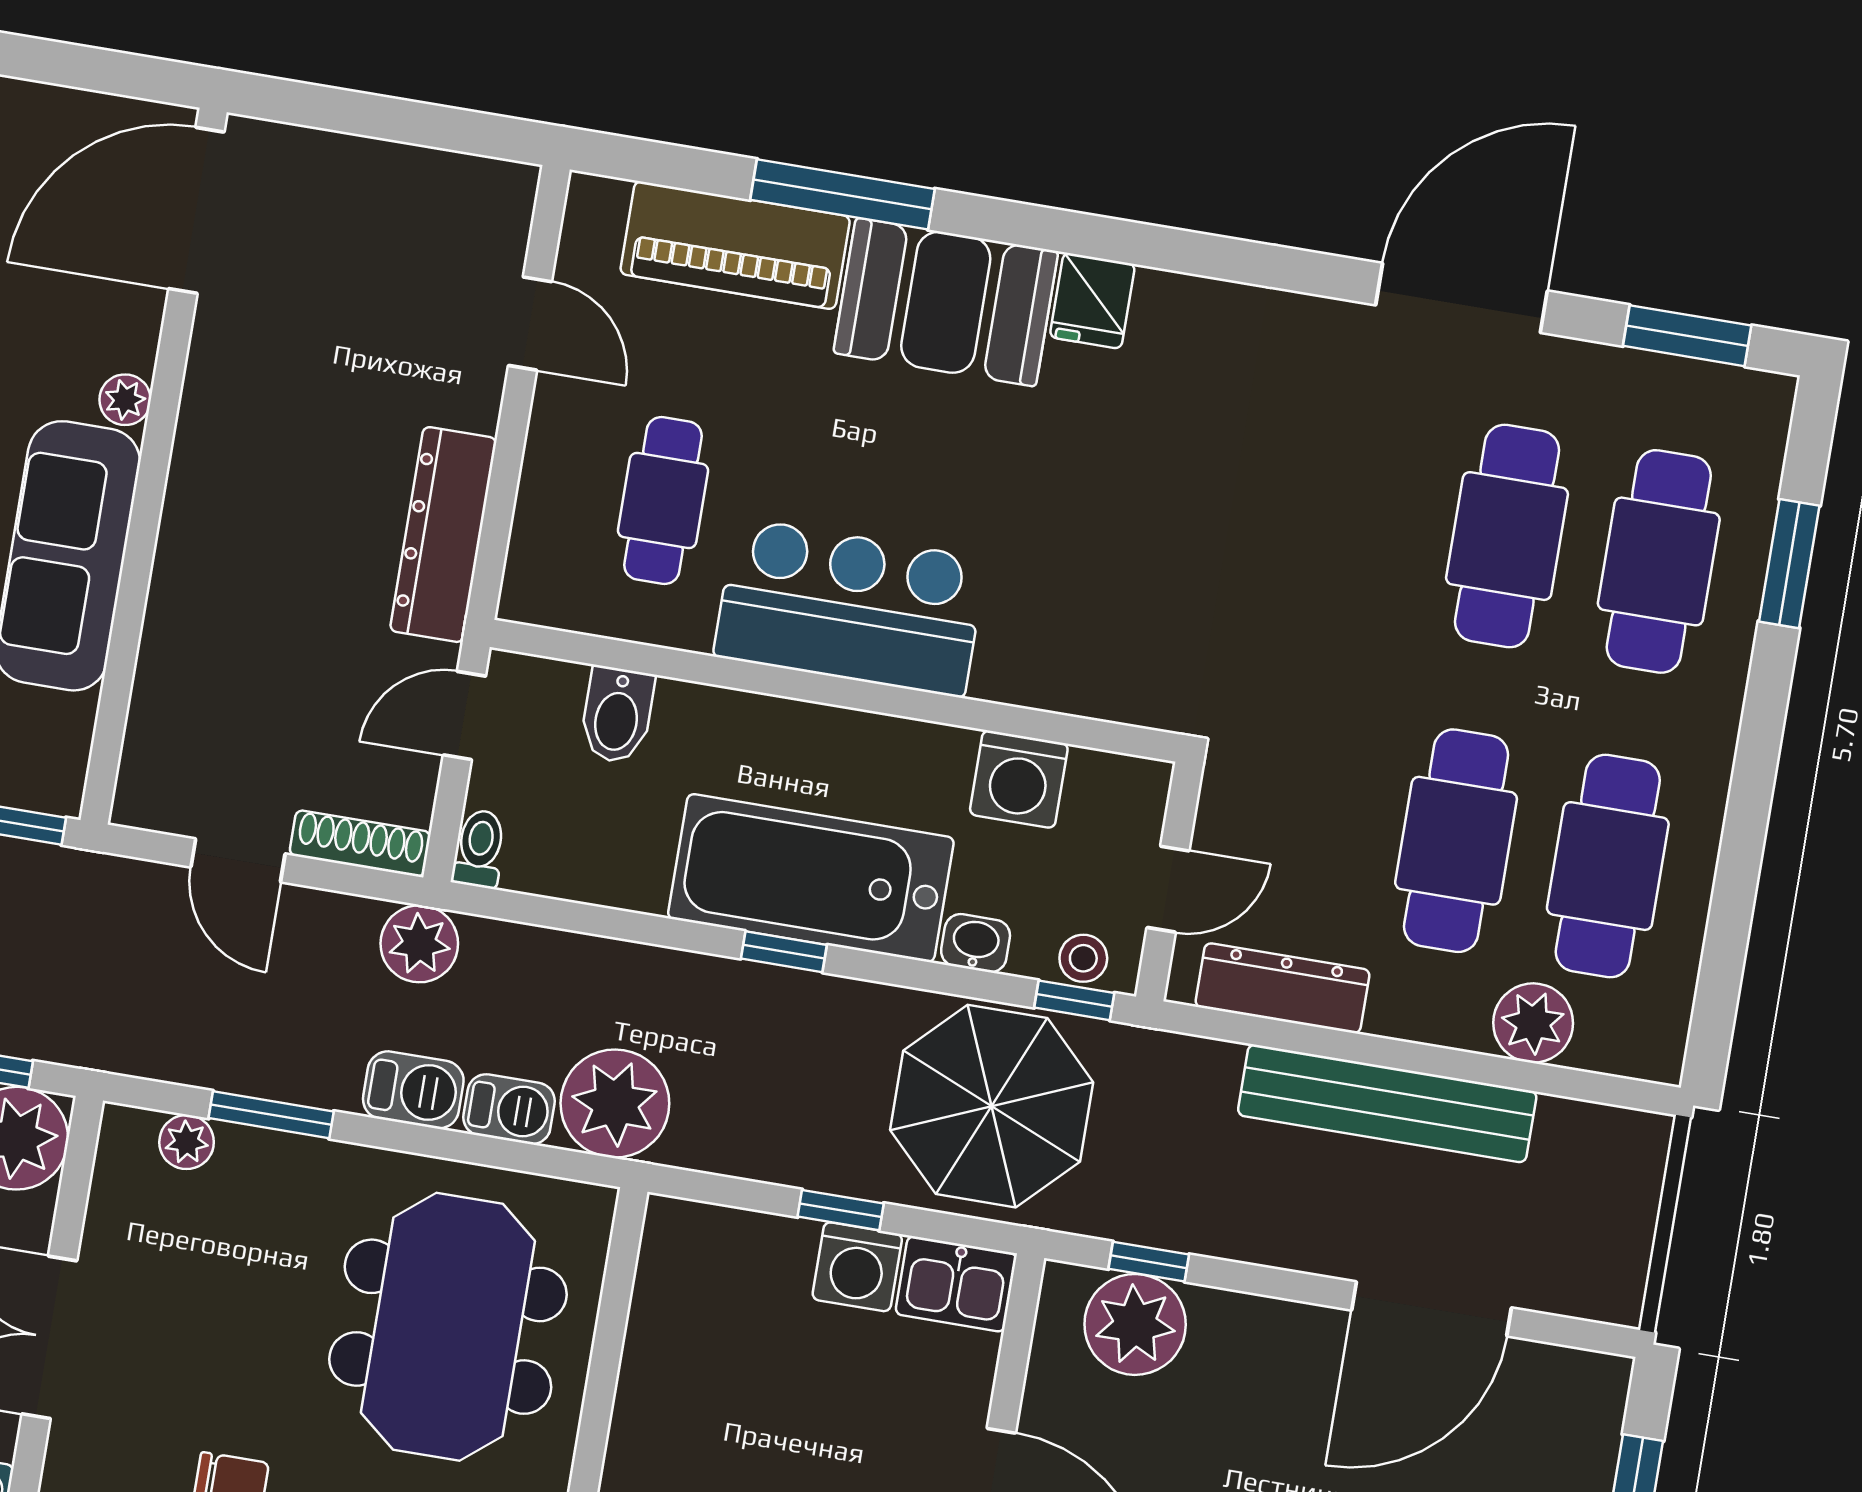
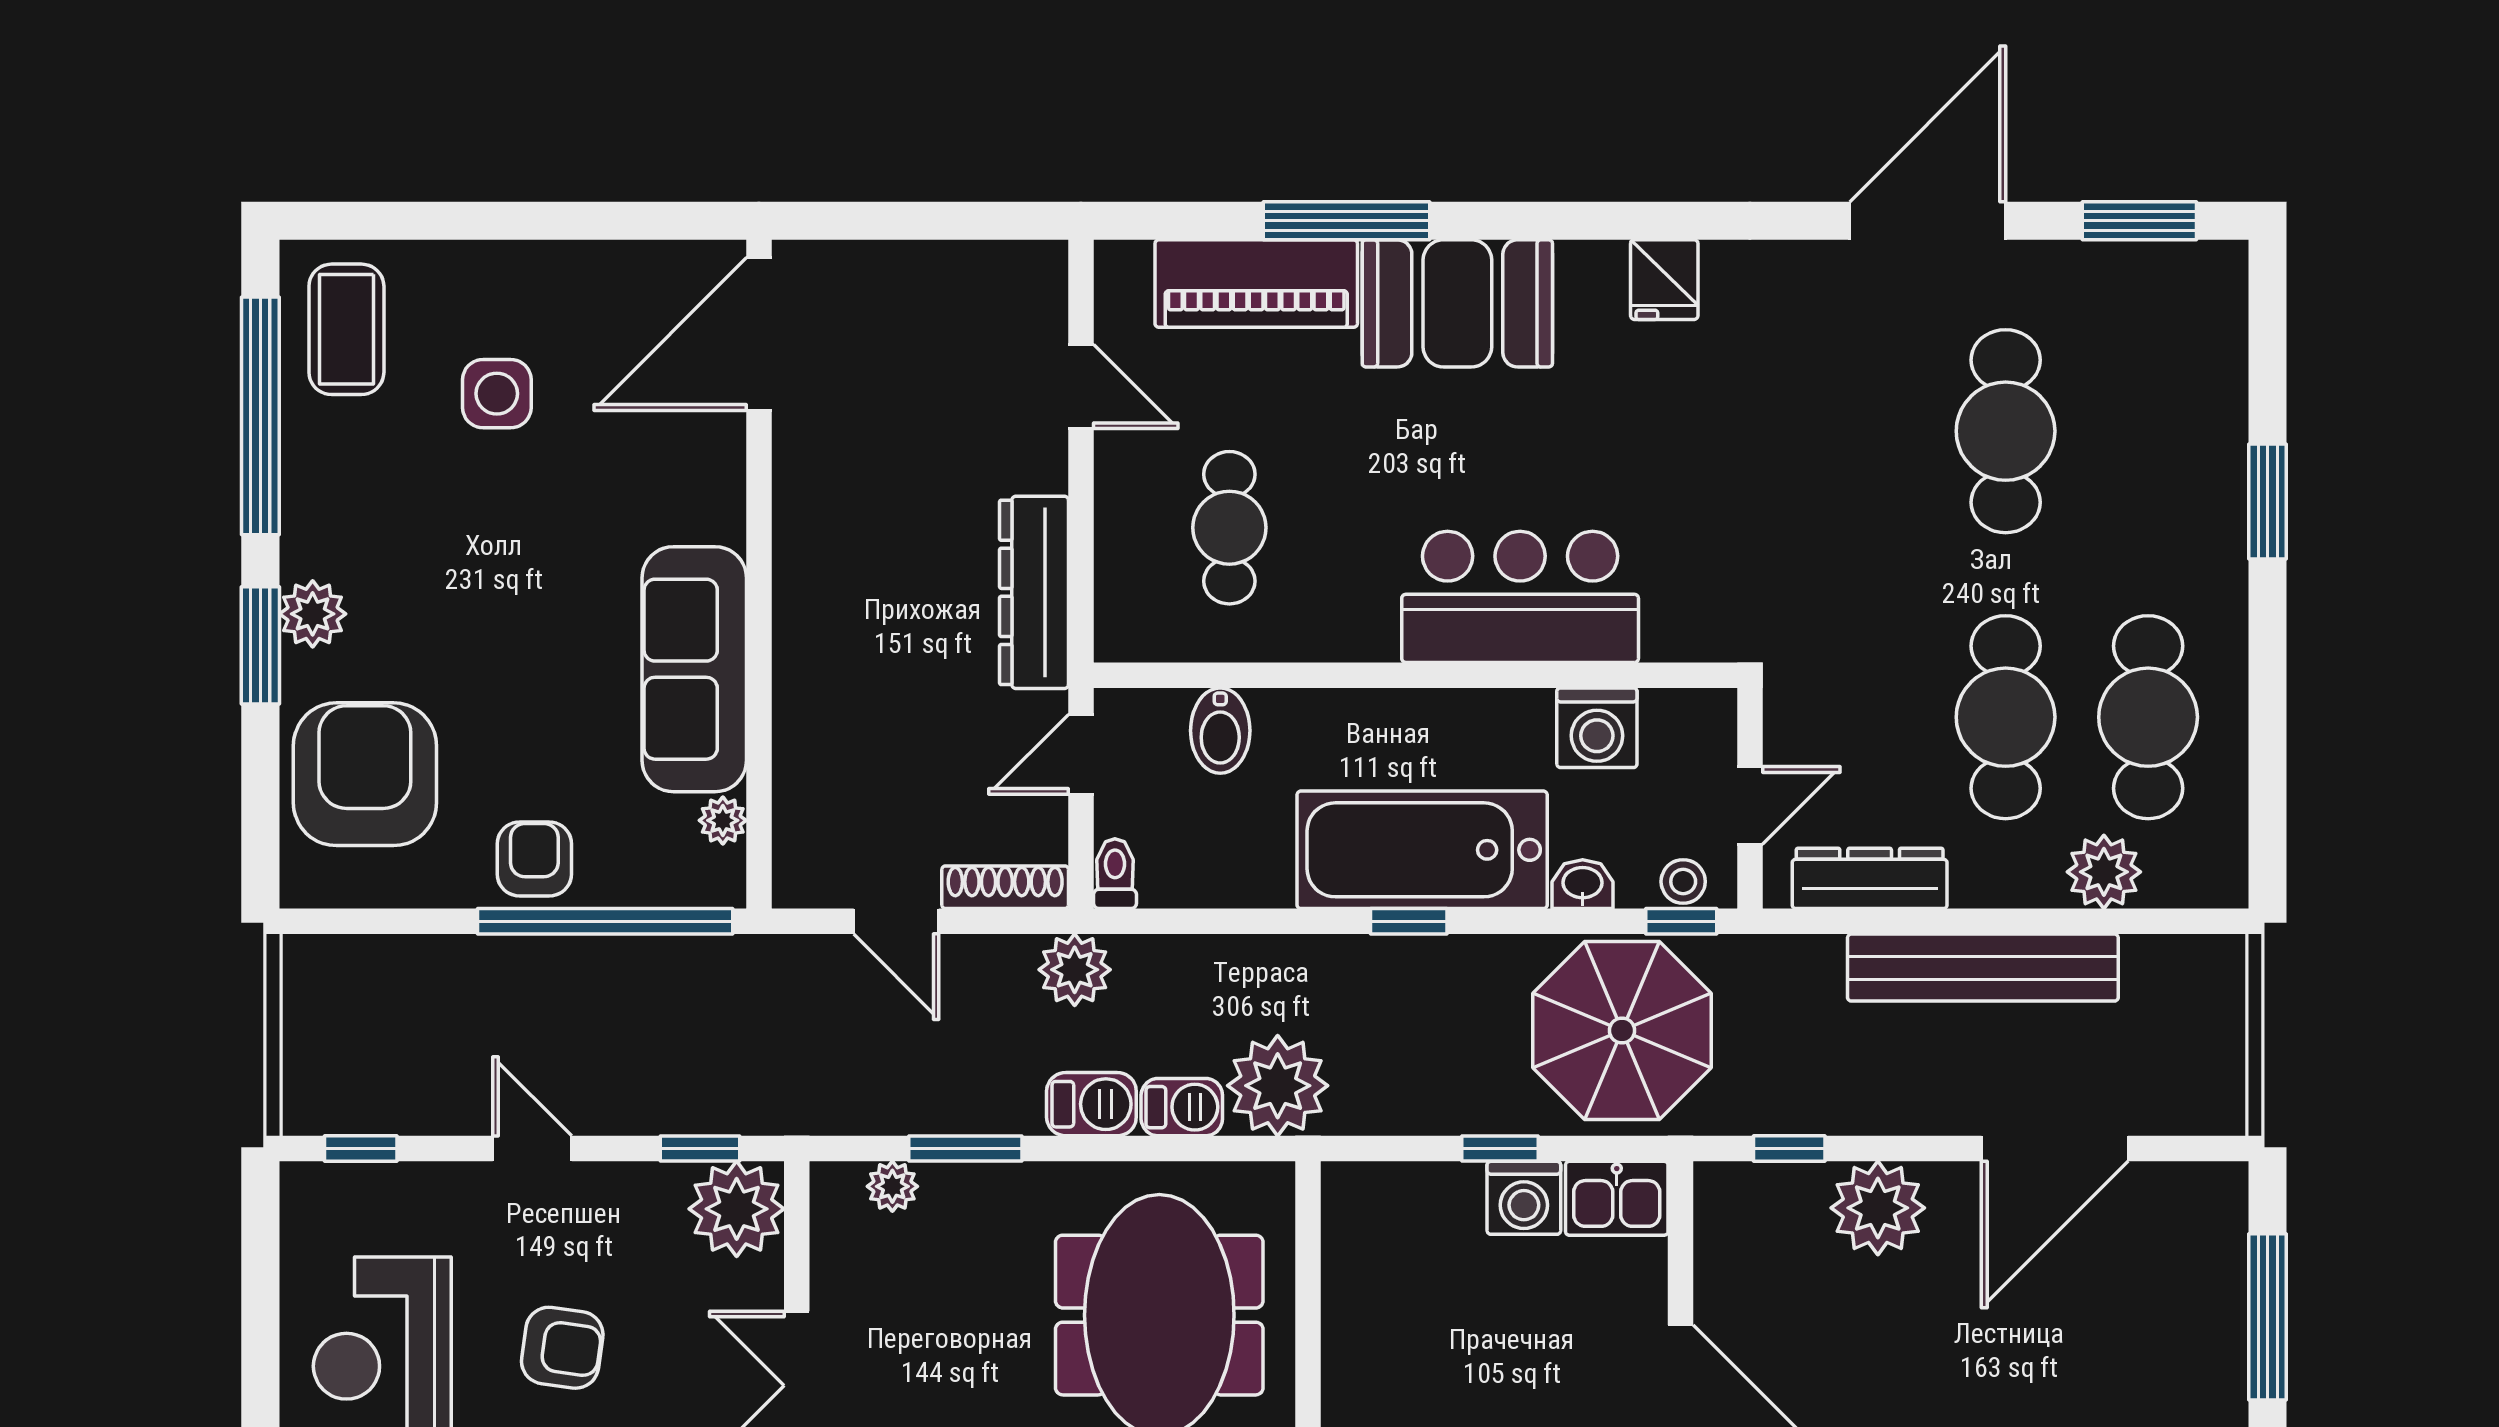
fridge: (1092, 301) -> (1664, 280), moved
plant: (125, 400) -> (723, 820), moved
cafe table: (1659, 561) -> (2148, 431), removed
window: (1789, 564) -> (2268, 501), moved
bar counter: (850, 608) -> (1520, 597), moved
plant: (1135, 1324) -> (1878, 1208), moved

